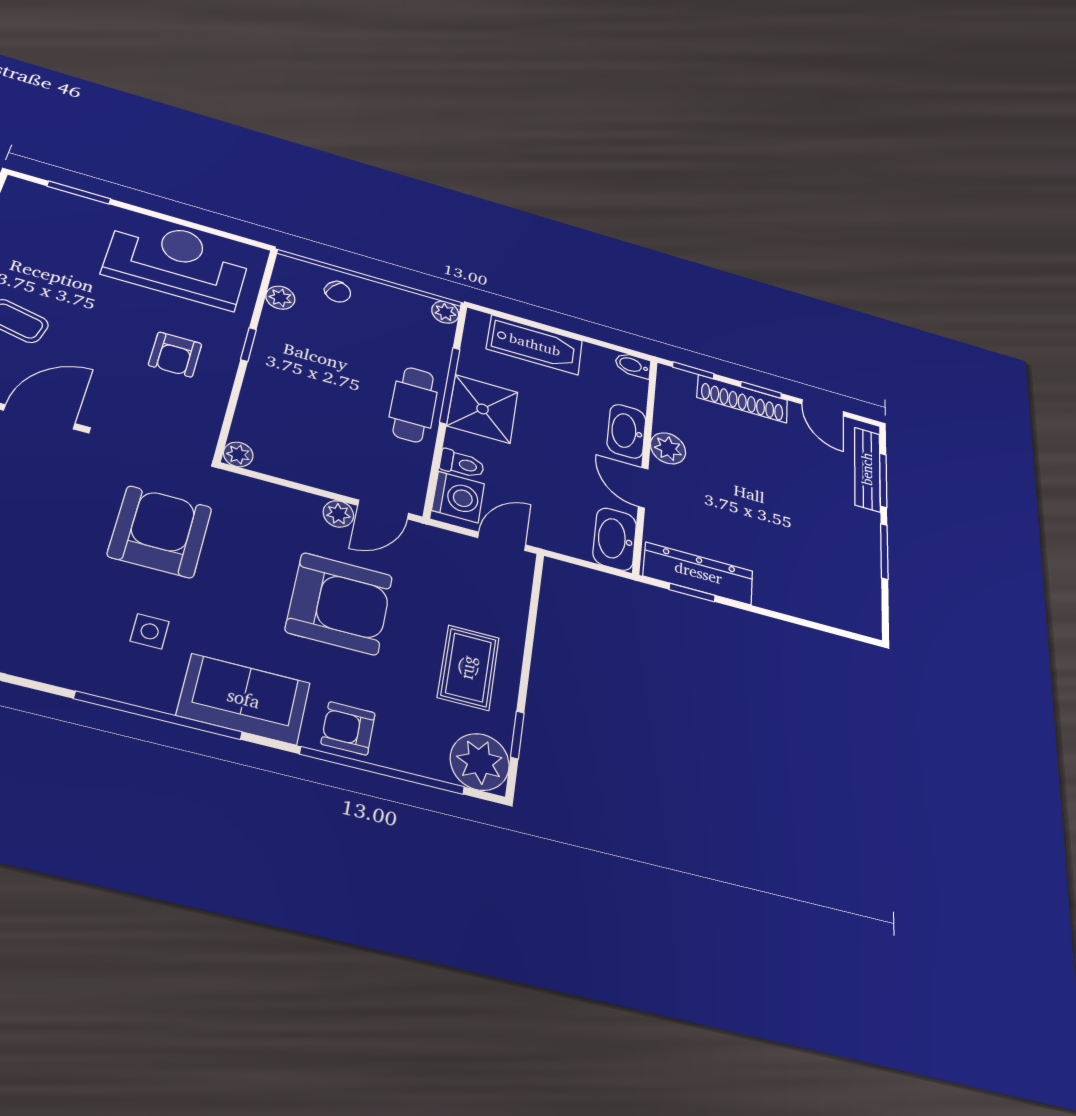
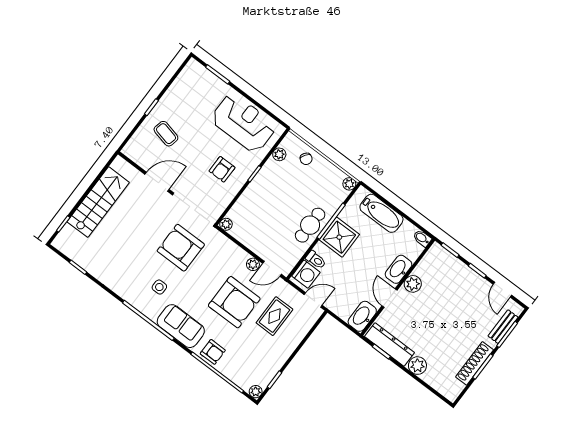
shoe rack: (742, 399) -> (475, 363), moved, turned 90
bench: (867, 469) -> (503, 327), width x0.73
armchair: (160, 532) -> (181, 248), turned -90
plant: (774, 594) -> (417, 366), added
rug: (468, 667) -> (274, 316), moved
armchair: (348, 728) -> (213, 352), turned 180
plant: (480, 762) -> (256, 392), width x0.53, depth x0.53

